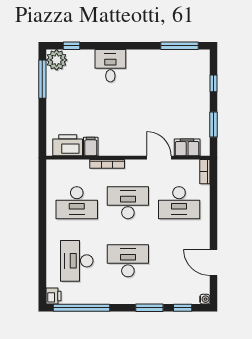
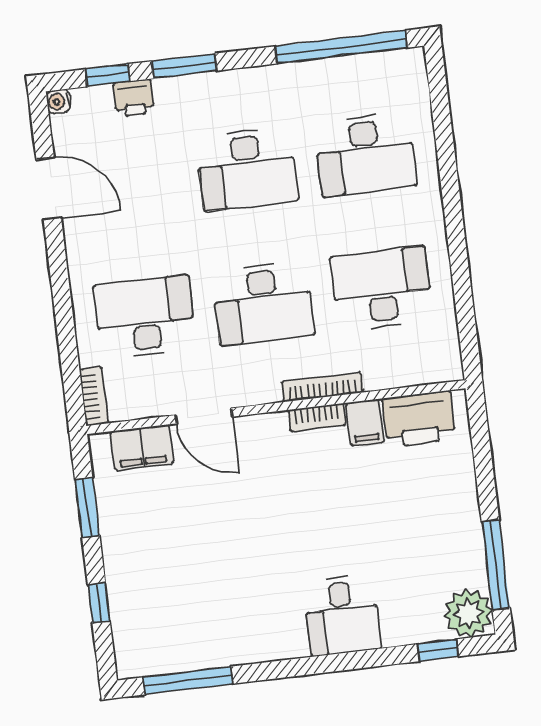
bookcase: (111, 151) -> (317, 418), added
desk: (77, 261) -> (365, 154), turned 90
printer: (53, 296) -> (134, 98), moved, turned -90

